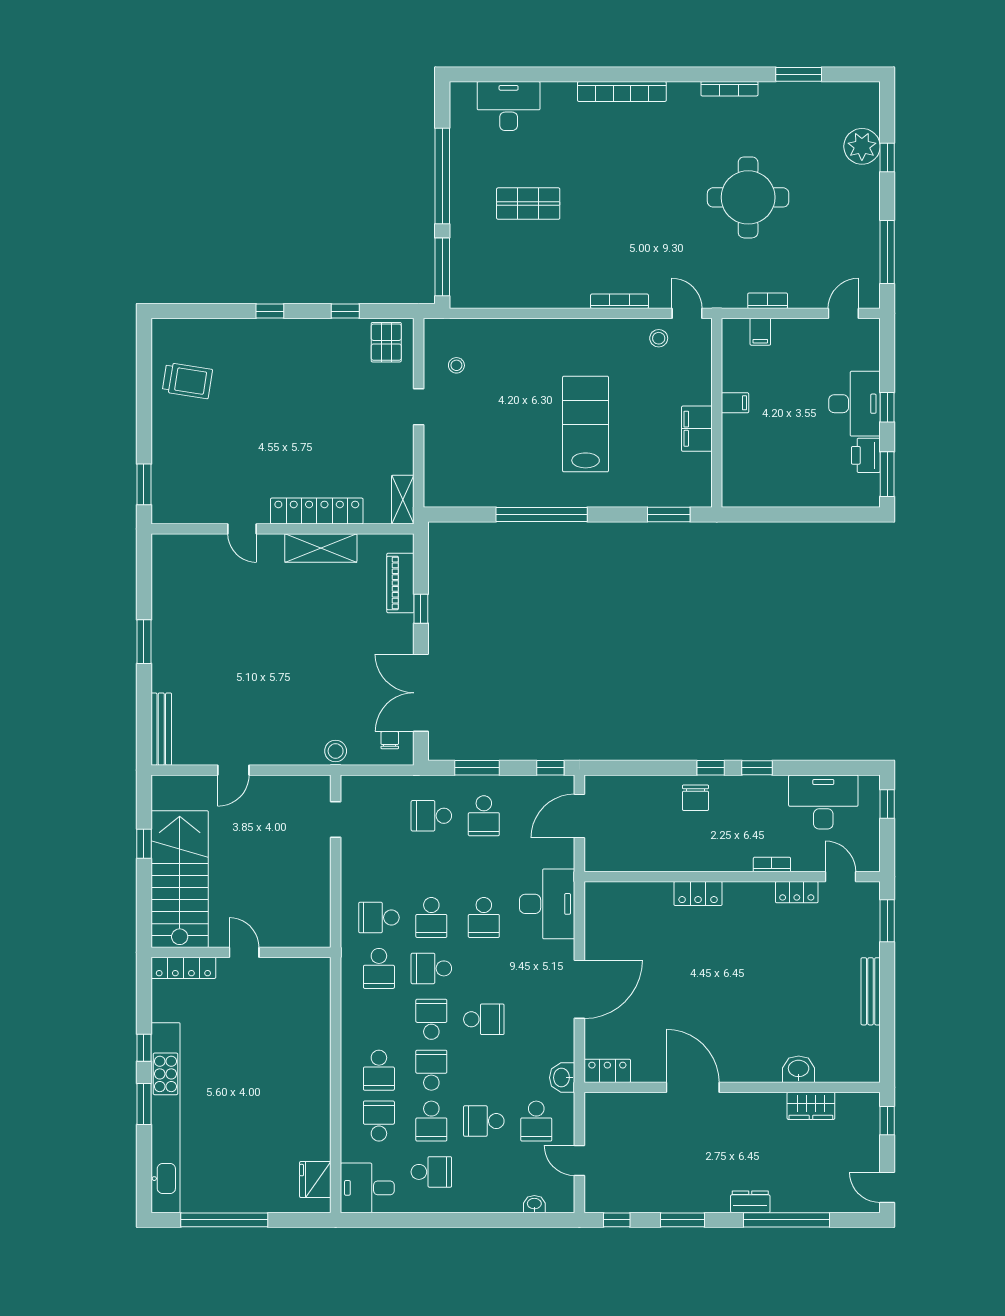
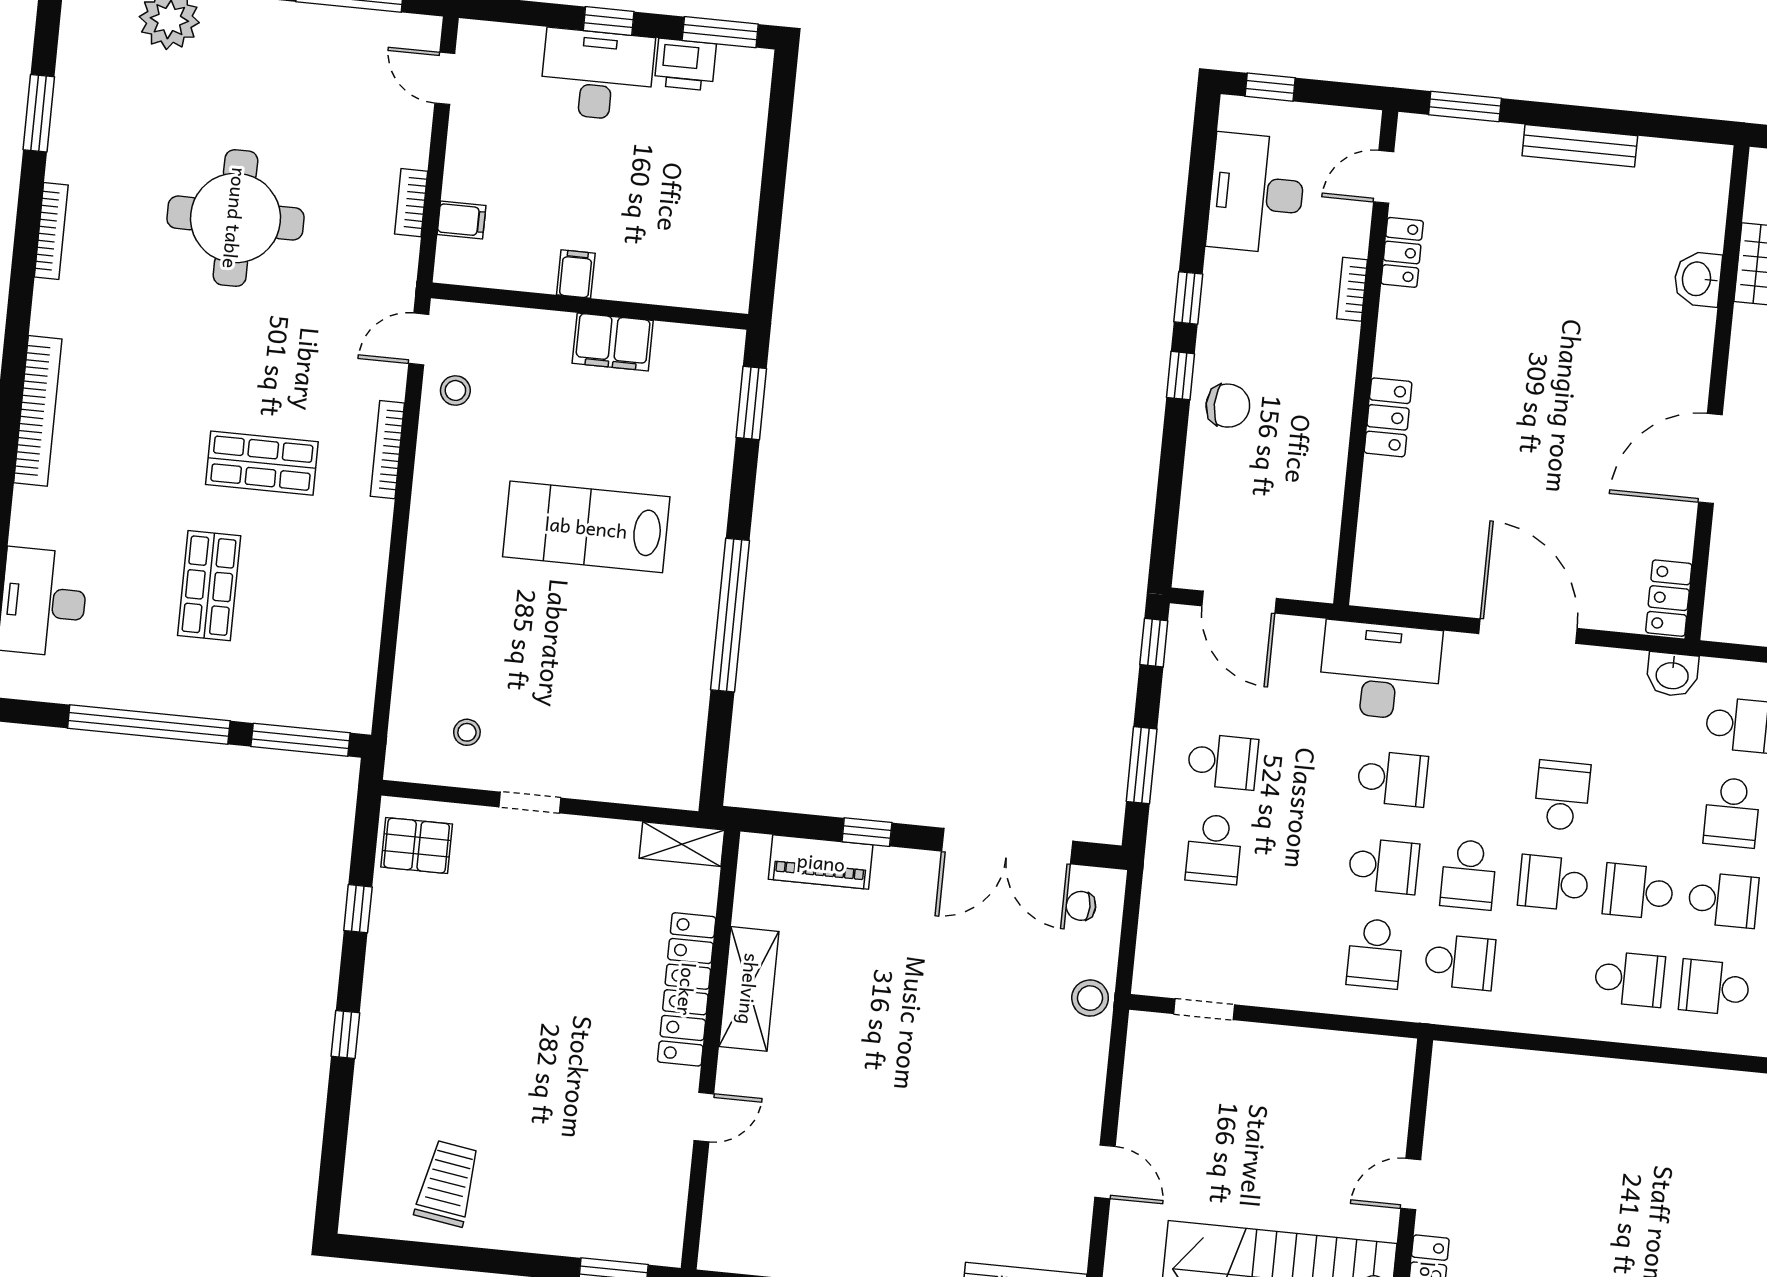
shop shelf: (604, 228) -> (262, 463), added

